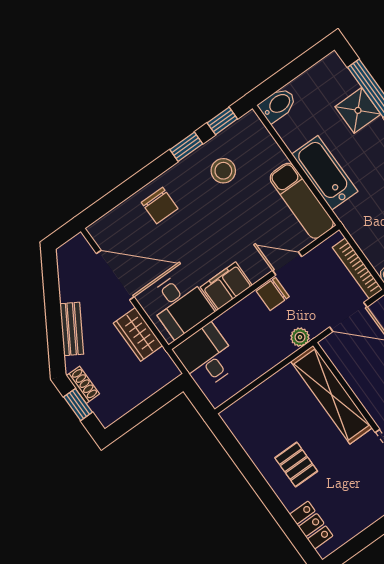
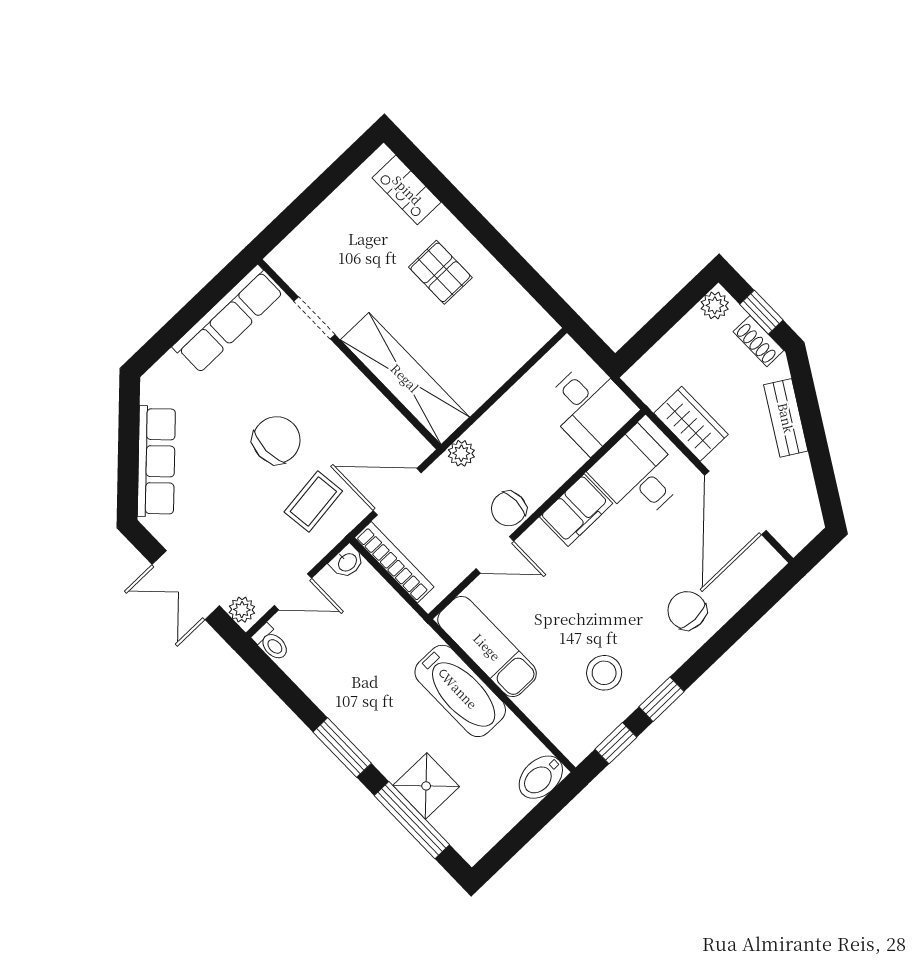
door: (115, 275) -> (735, 503), hinge flipped
chair: (273, 294) -> (509, 509), turned 180
plant: (110, 414) -> (715, 305), added

